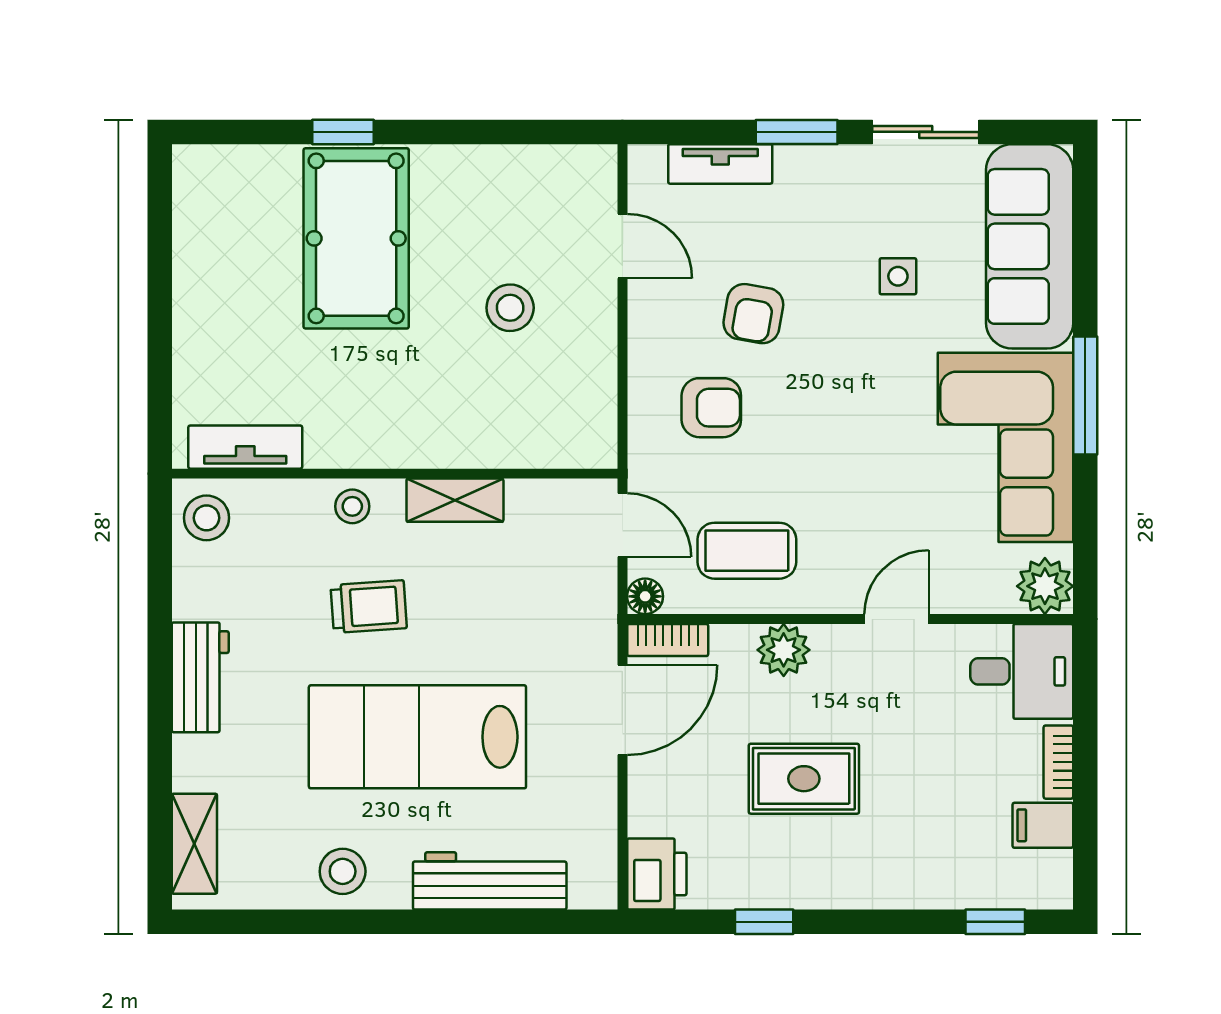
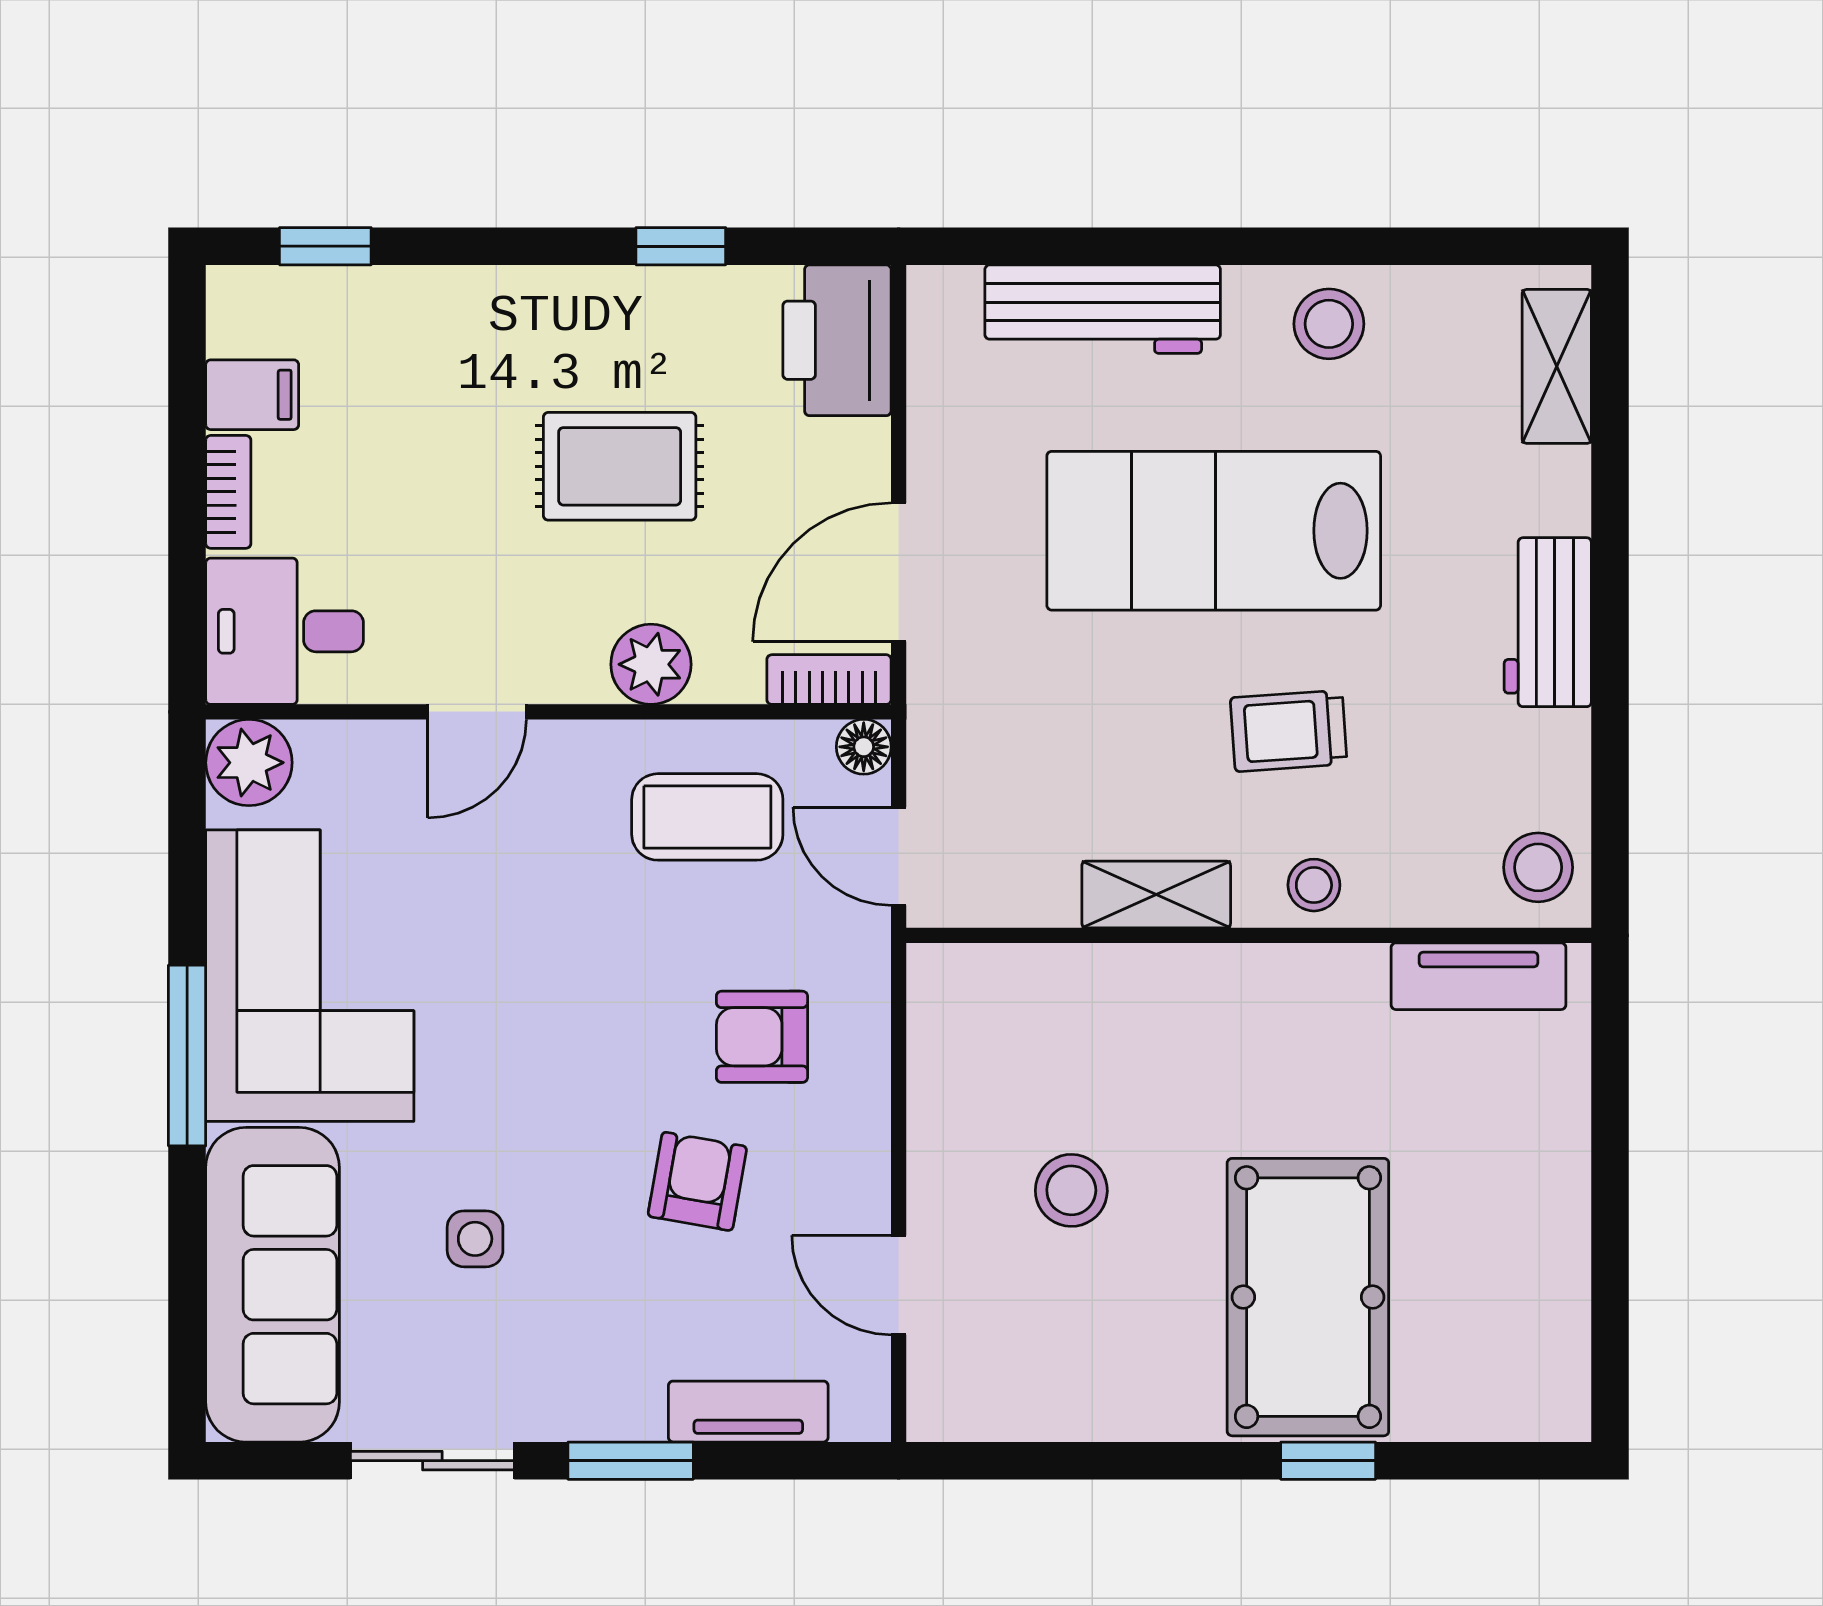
lab bench: (417, 737) -> (1214, 531), turned 180
printer: (657, 874) -> (837, 340), width x1.37, depth x1.19

